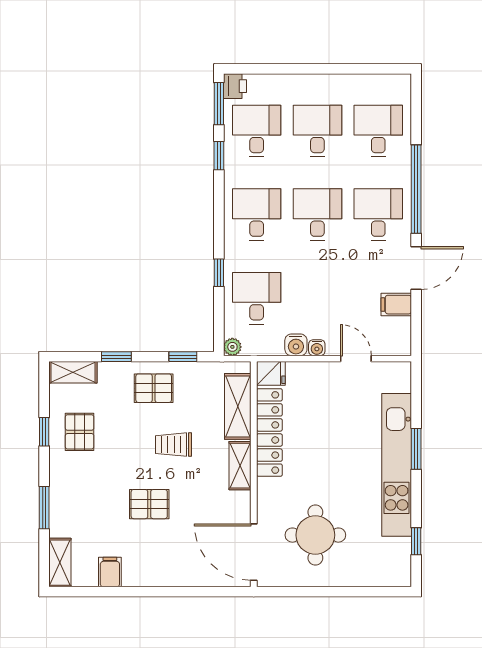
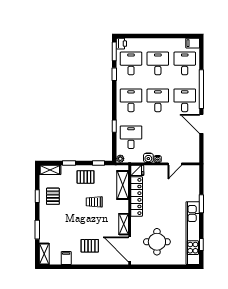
door: (416, 268) -> (201, 124), swing flipped
filing cabinet: (396, 305) -> (193, 43), moved
door: (356, 359) -> (175, 164), swing flipped
kitchen unit: (397, 465) -> (193, 233), moved
shelving: (240, 466) -> (124, 224), moved
pallet: (149, 504) -> (90, 246), moved

